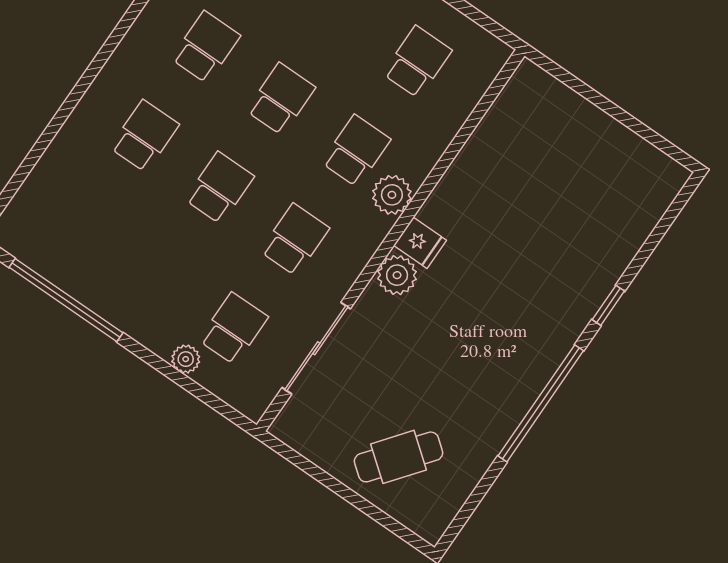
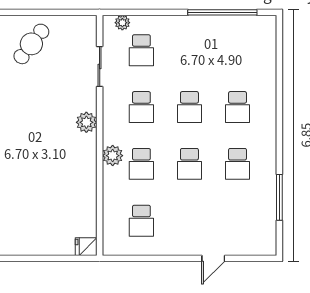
fridge: (420, 243) -> (86, 247), moved
sliding door: (316, 348) -> (100, 66), width x0.73
plant: (186, 359) -> (122, 23), moved

